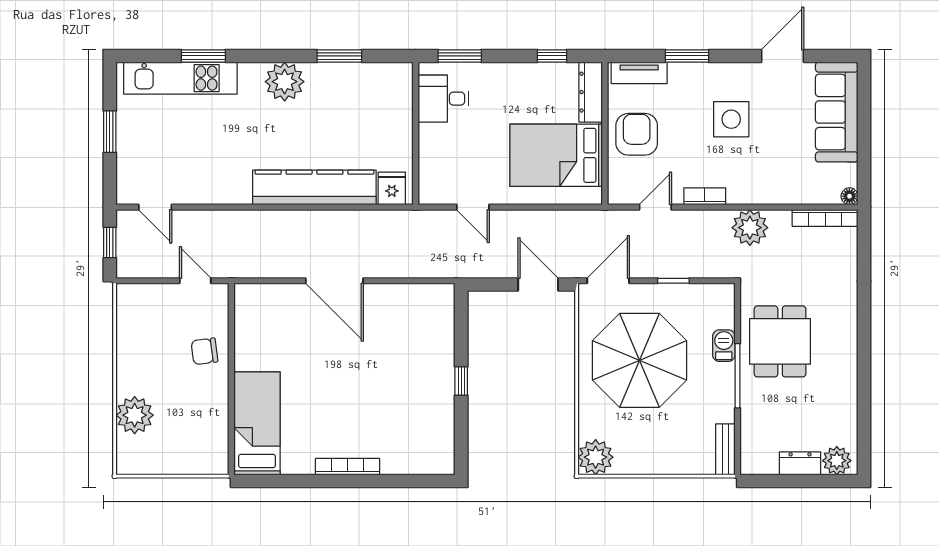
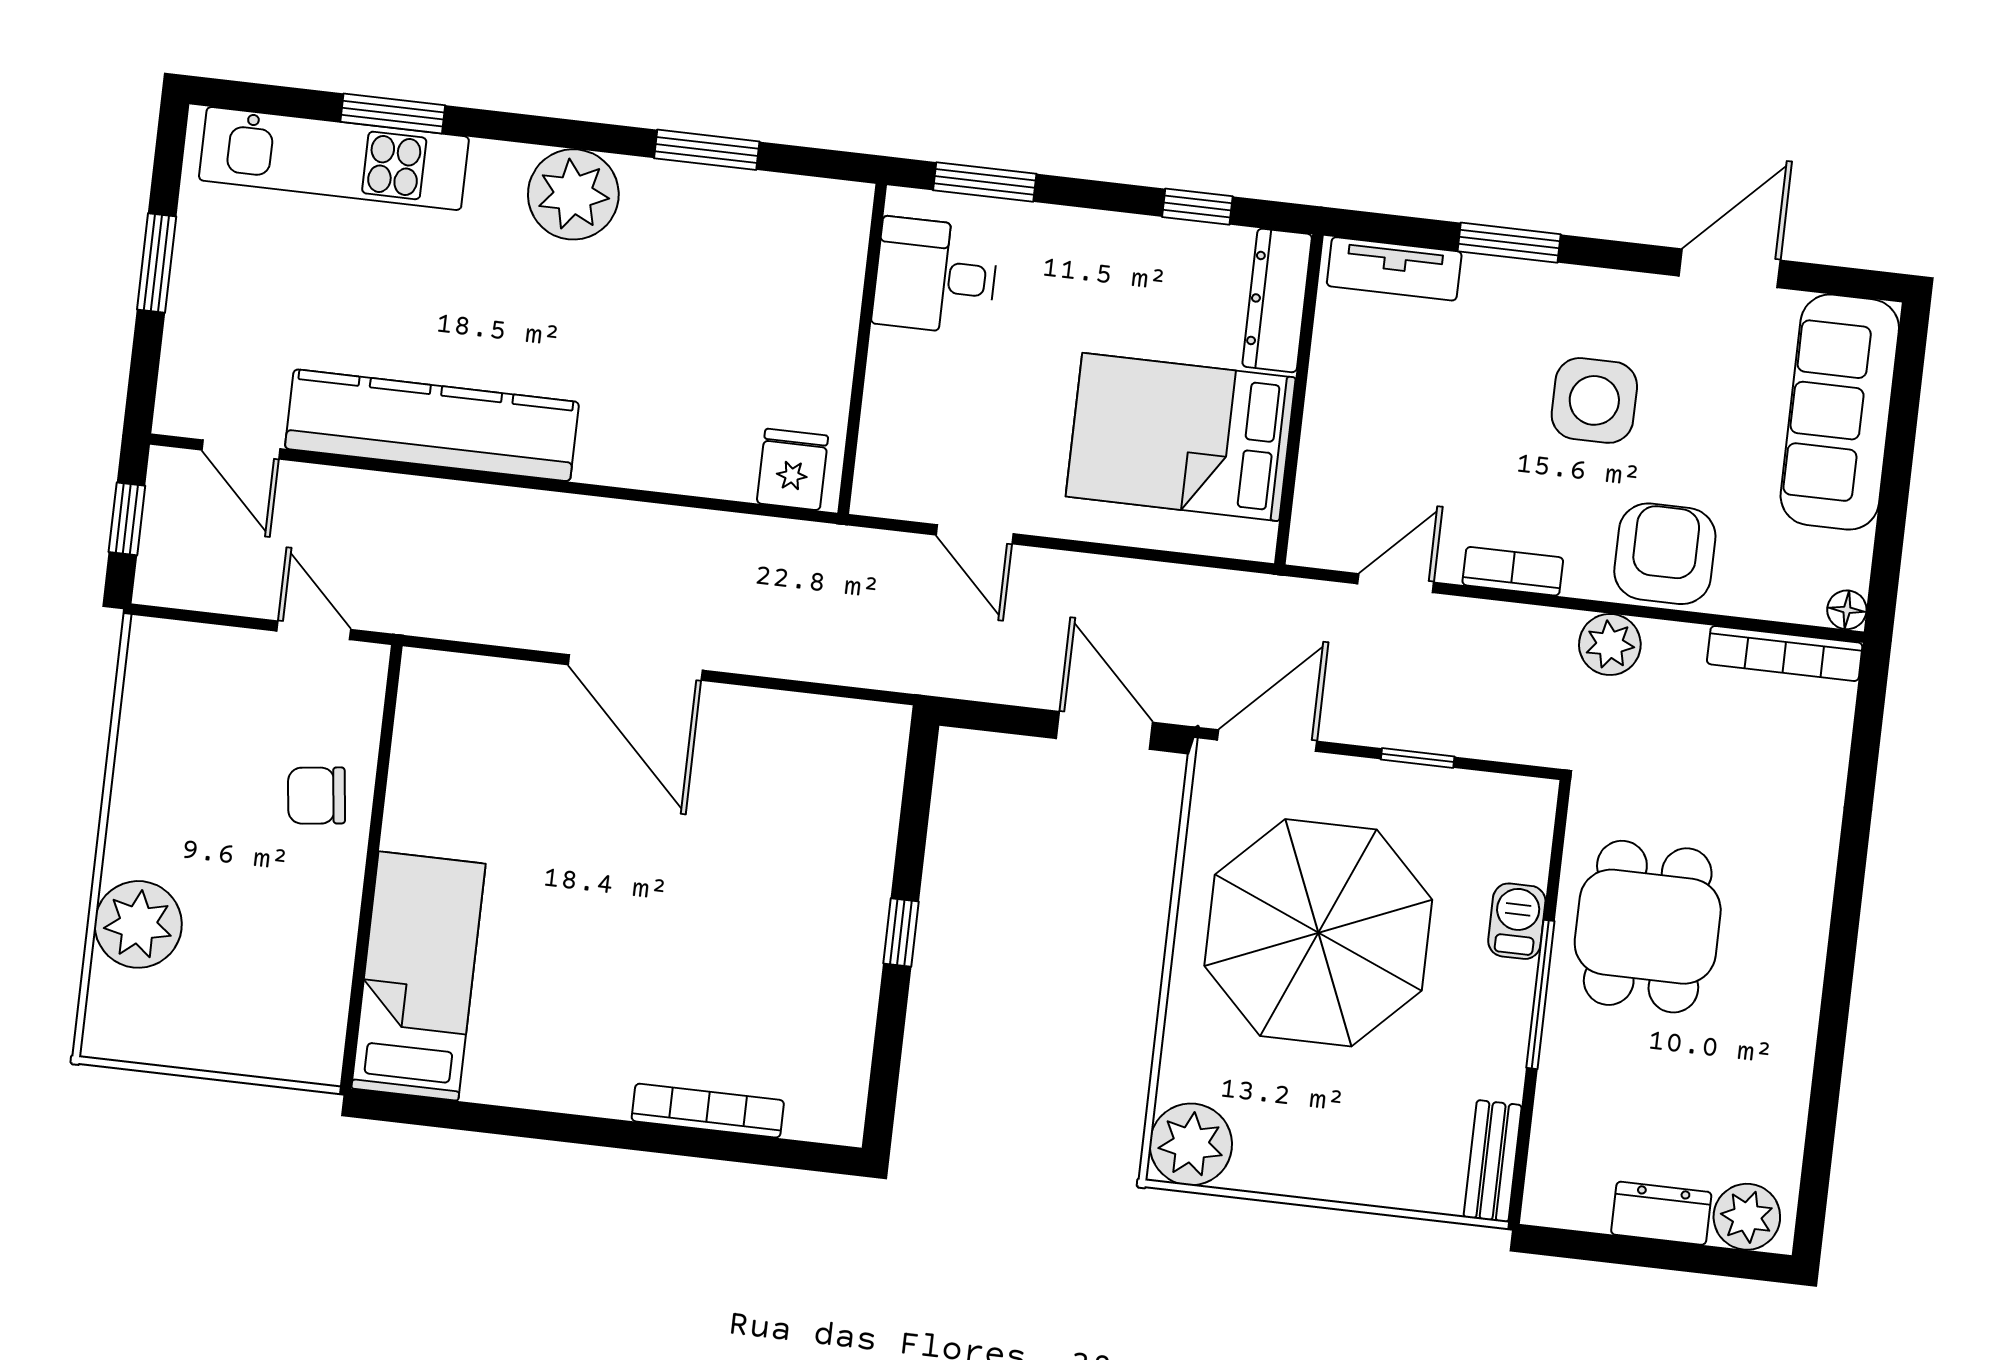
armchair: (637, 134) -> (1665, 554), moved
kitchen counter: (314, 187) -> (432, 425), moved
plant: (750, 228) -> (1610, 644), width x0.73, depth x0.73
bookcase: (348, 467) -> (708, 1111), moved

